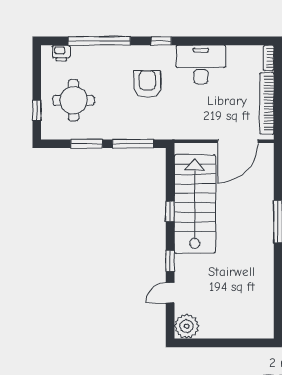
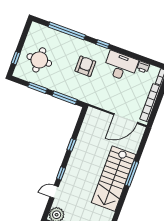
printer: (61, 53) -> (143, 67), moved
stairs: (195, 204) -> (114, 179), moved, turned 180

